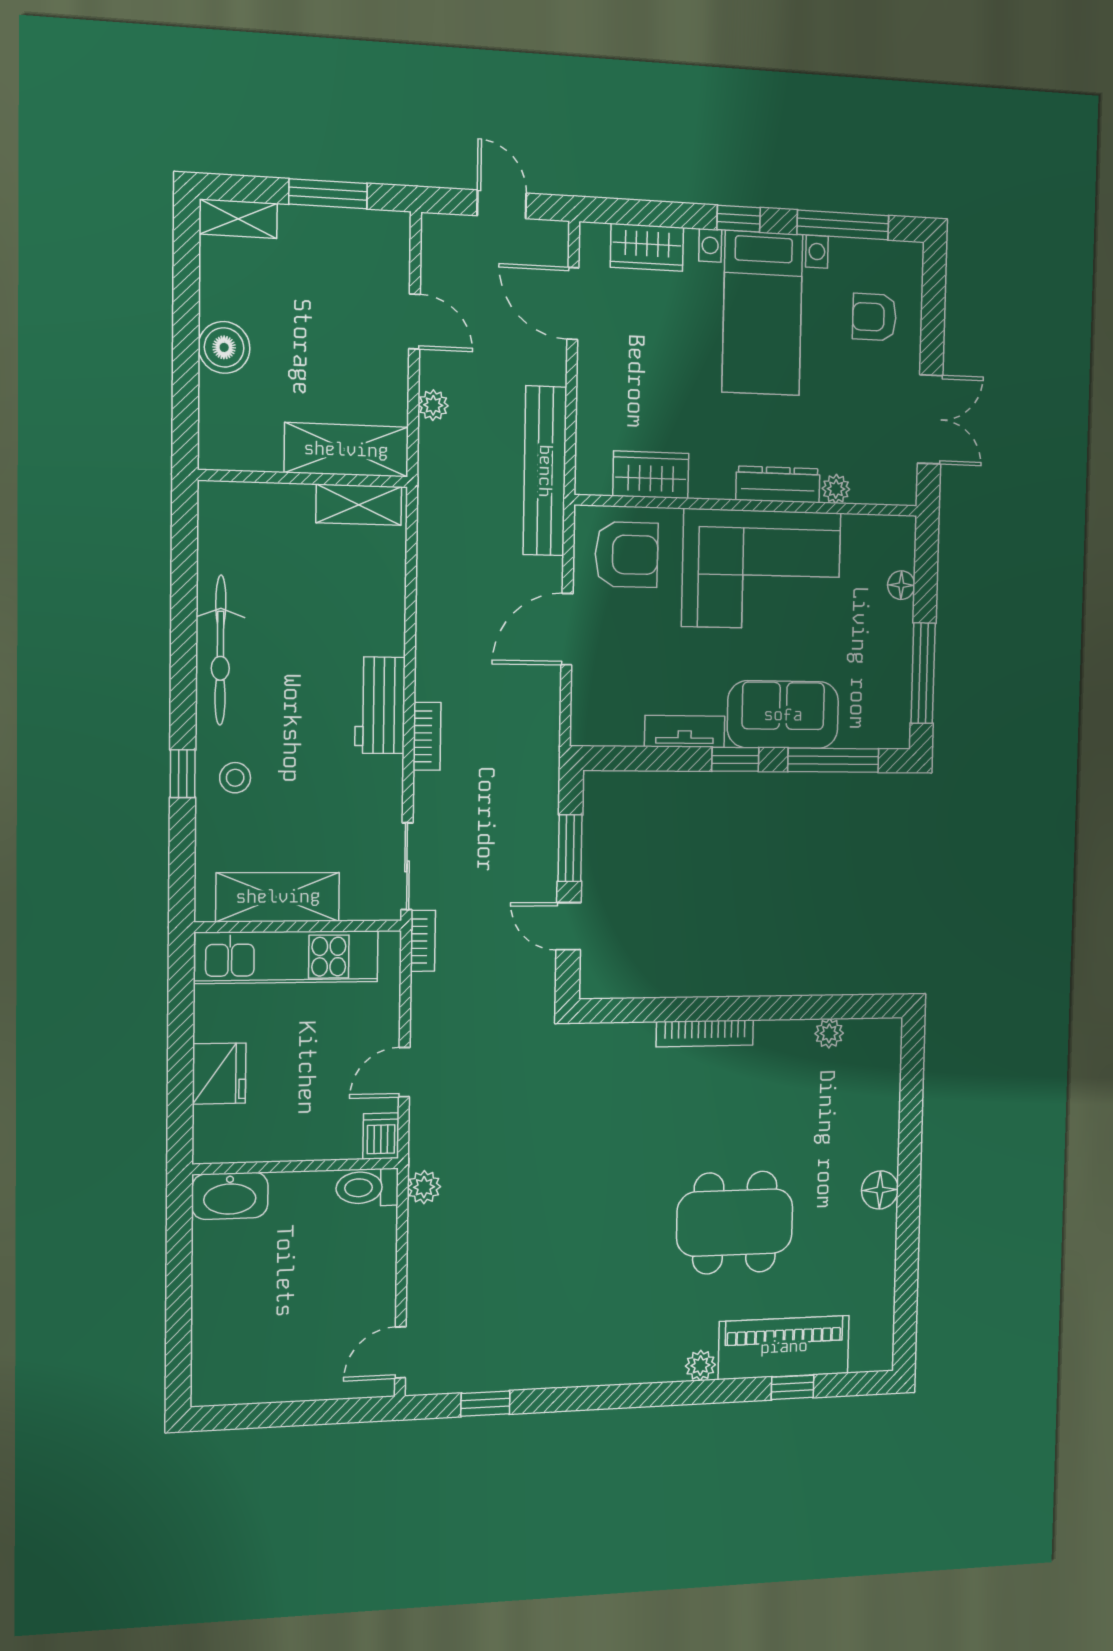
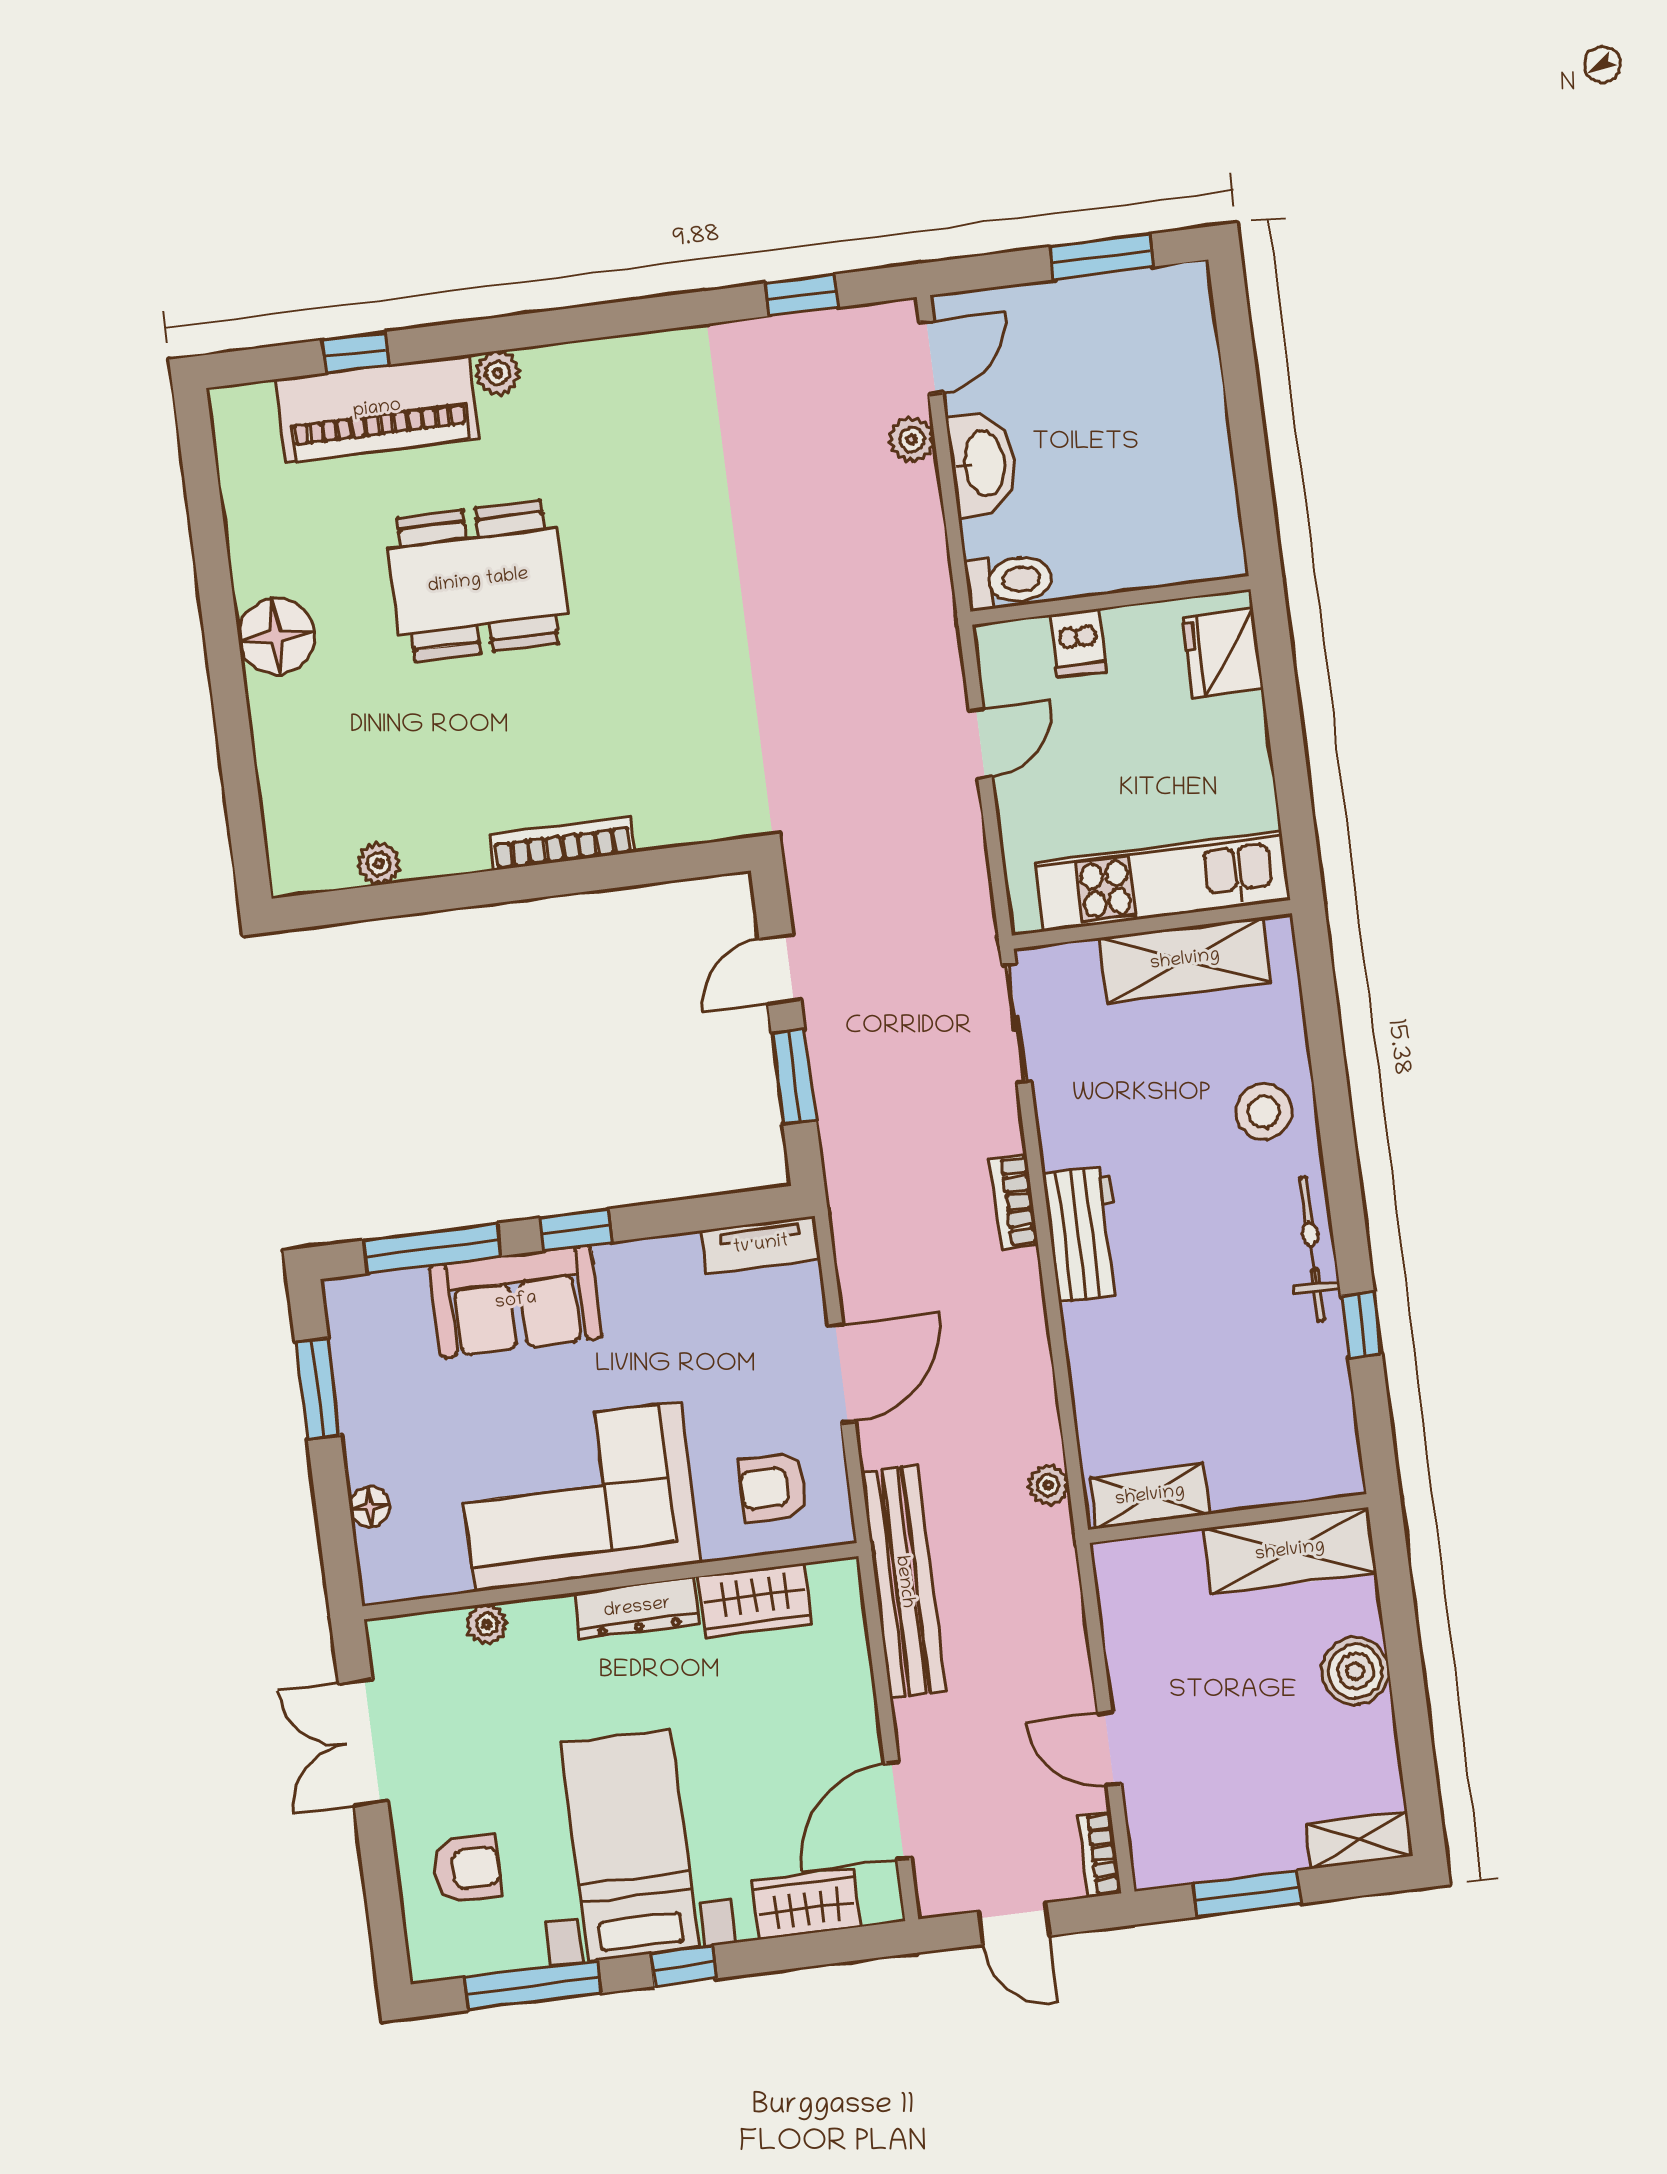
door: (573, 304) -> (898, 1811), swing flipped
plant: (433, 405) -> (1048, 1485), moved
shelving: (346, 450) -> (1290, 1551), moved
dresser: (778, 484) -> (637, 1608), moved
armchair: (626, 555) -> (773, 1487), width x0.72, depth x0.72
bicycle: (220, 650) -> (1312, 1249), width x0.73, depth x0.71
window: (923, 673) -> (318, 1389), width x0.69
tv unit: (685, 731) -> (761, 1245), moved
window: (183, 774) -> (1361, 1325), moved
stool: (235, 778) -> (1264, 1112), width x1.37, depth x1.37
door: (569, 926) -> (780, 969), swing flipped
bookcase: (423, 941) -> (1099, 1854), moved
fridge: (219, 1074) -> (1223, 653), moved
dishwasher: (381, 1136) -> (1078, 643), moved
plant: (424, 1187) -> (912, 440), moved
floor lamp: (880, 1190) -> (276, 636), width x1.38, depth x1.38
washbasin: (230, 1196) -> (983, 464), moved, turned 90
window: (268, 1415) -> (1101, 257), added

